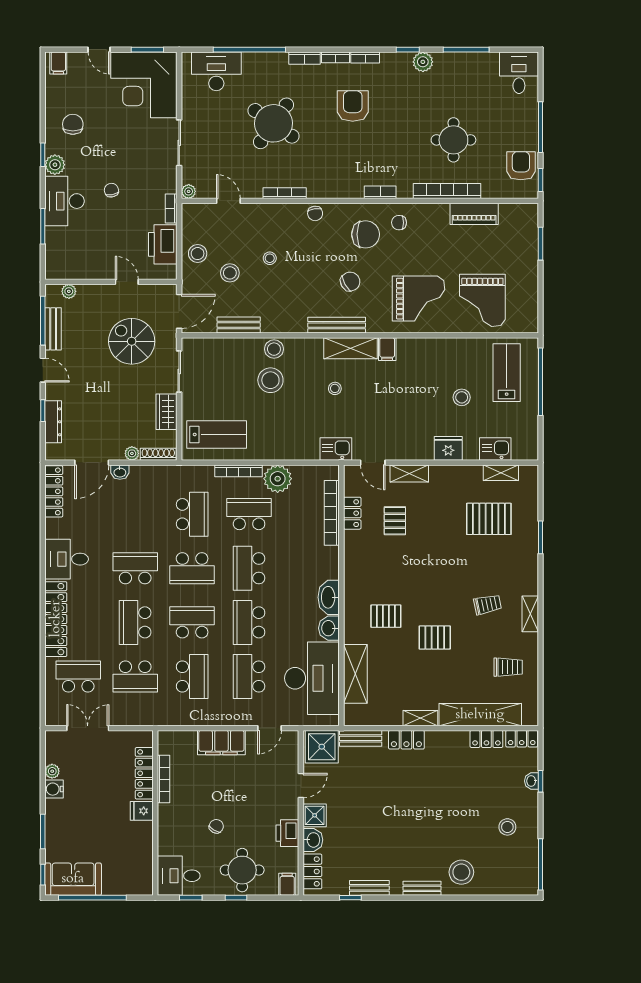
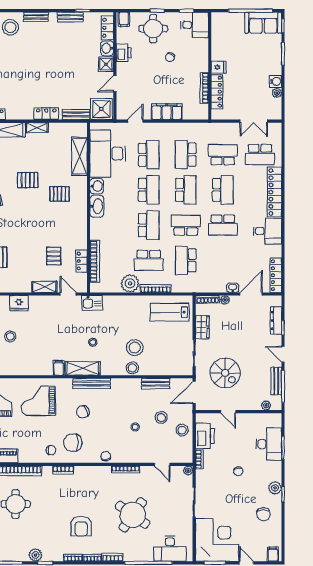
desk: (65, 201) -> (269, 444), moved
school desk: (192, 622) -> (186, 190), turned -90

